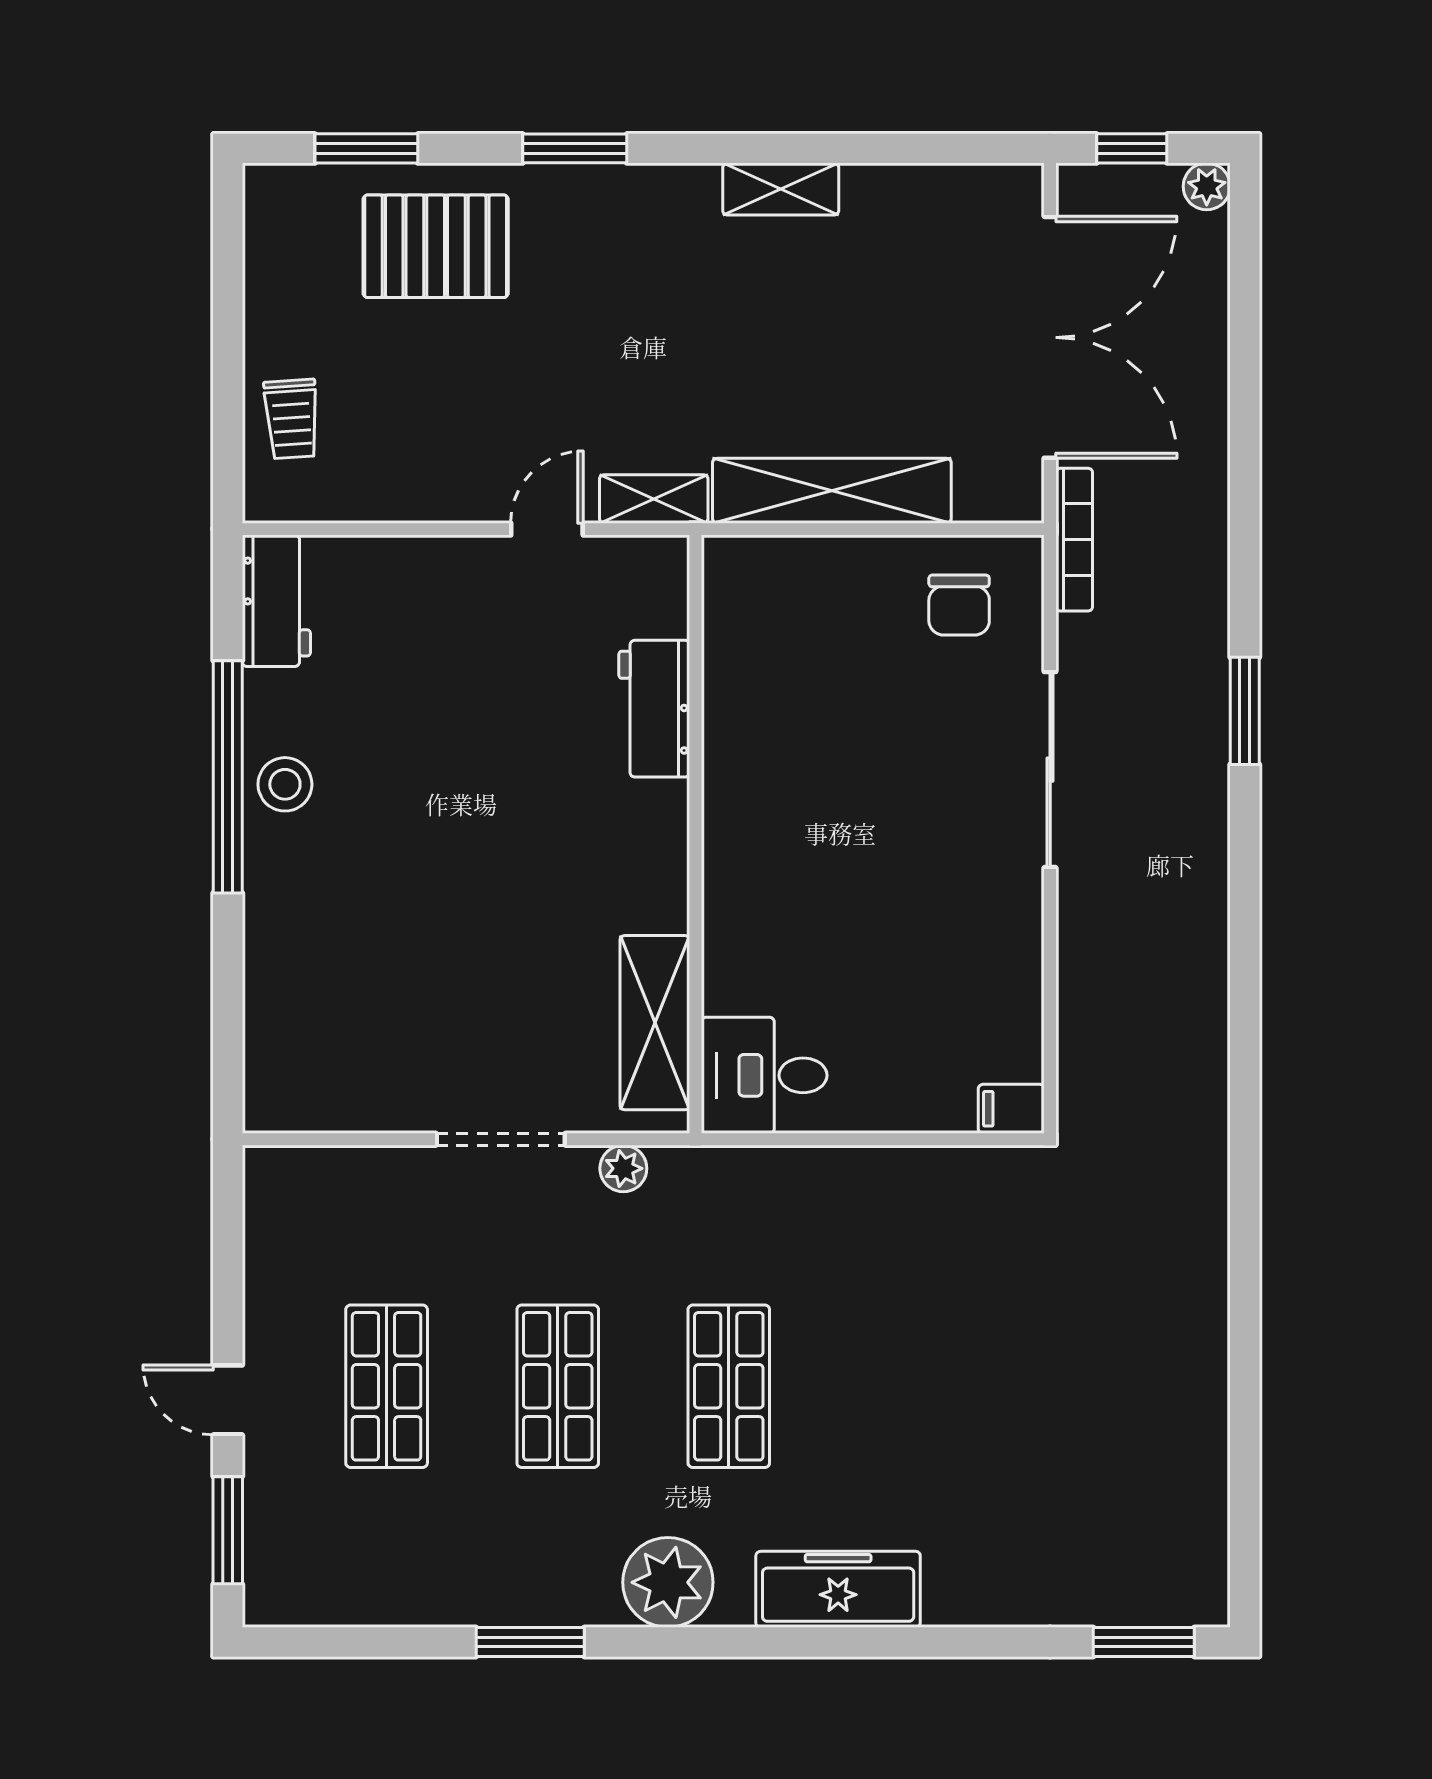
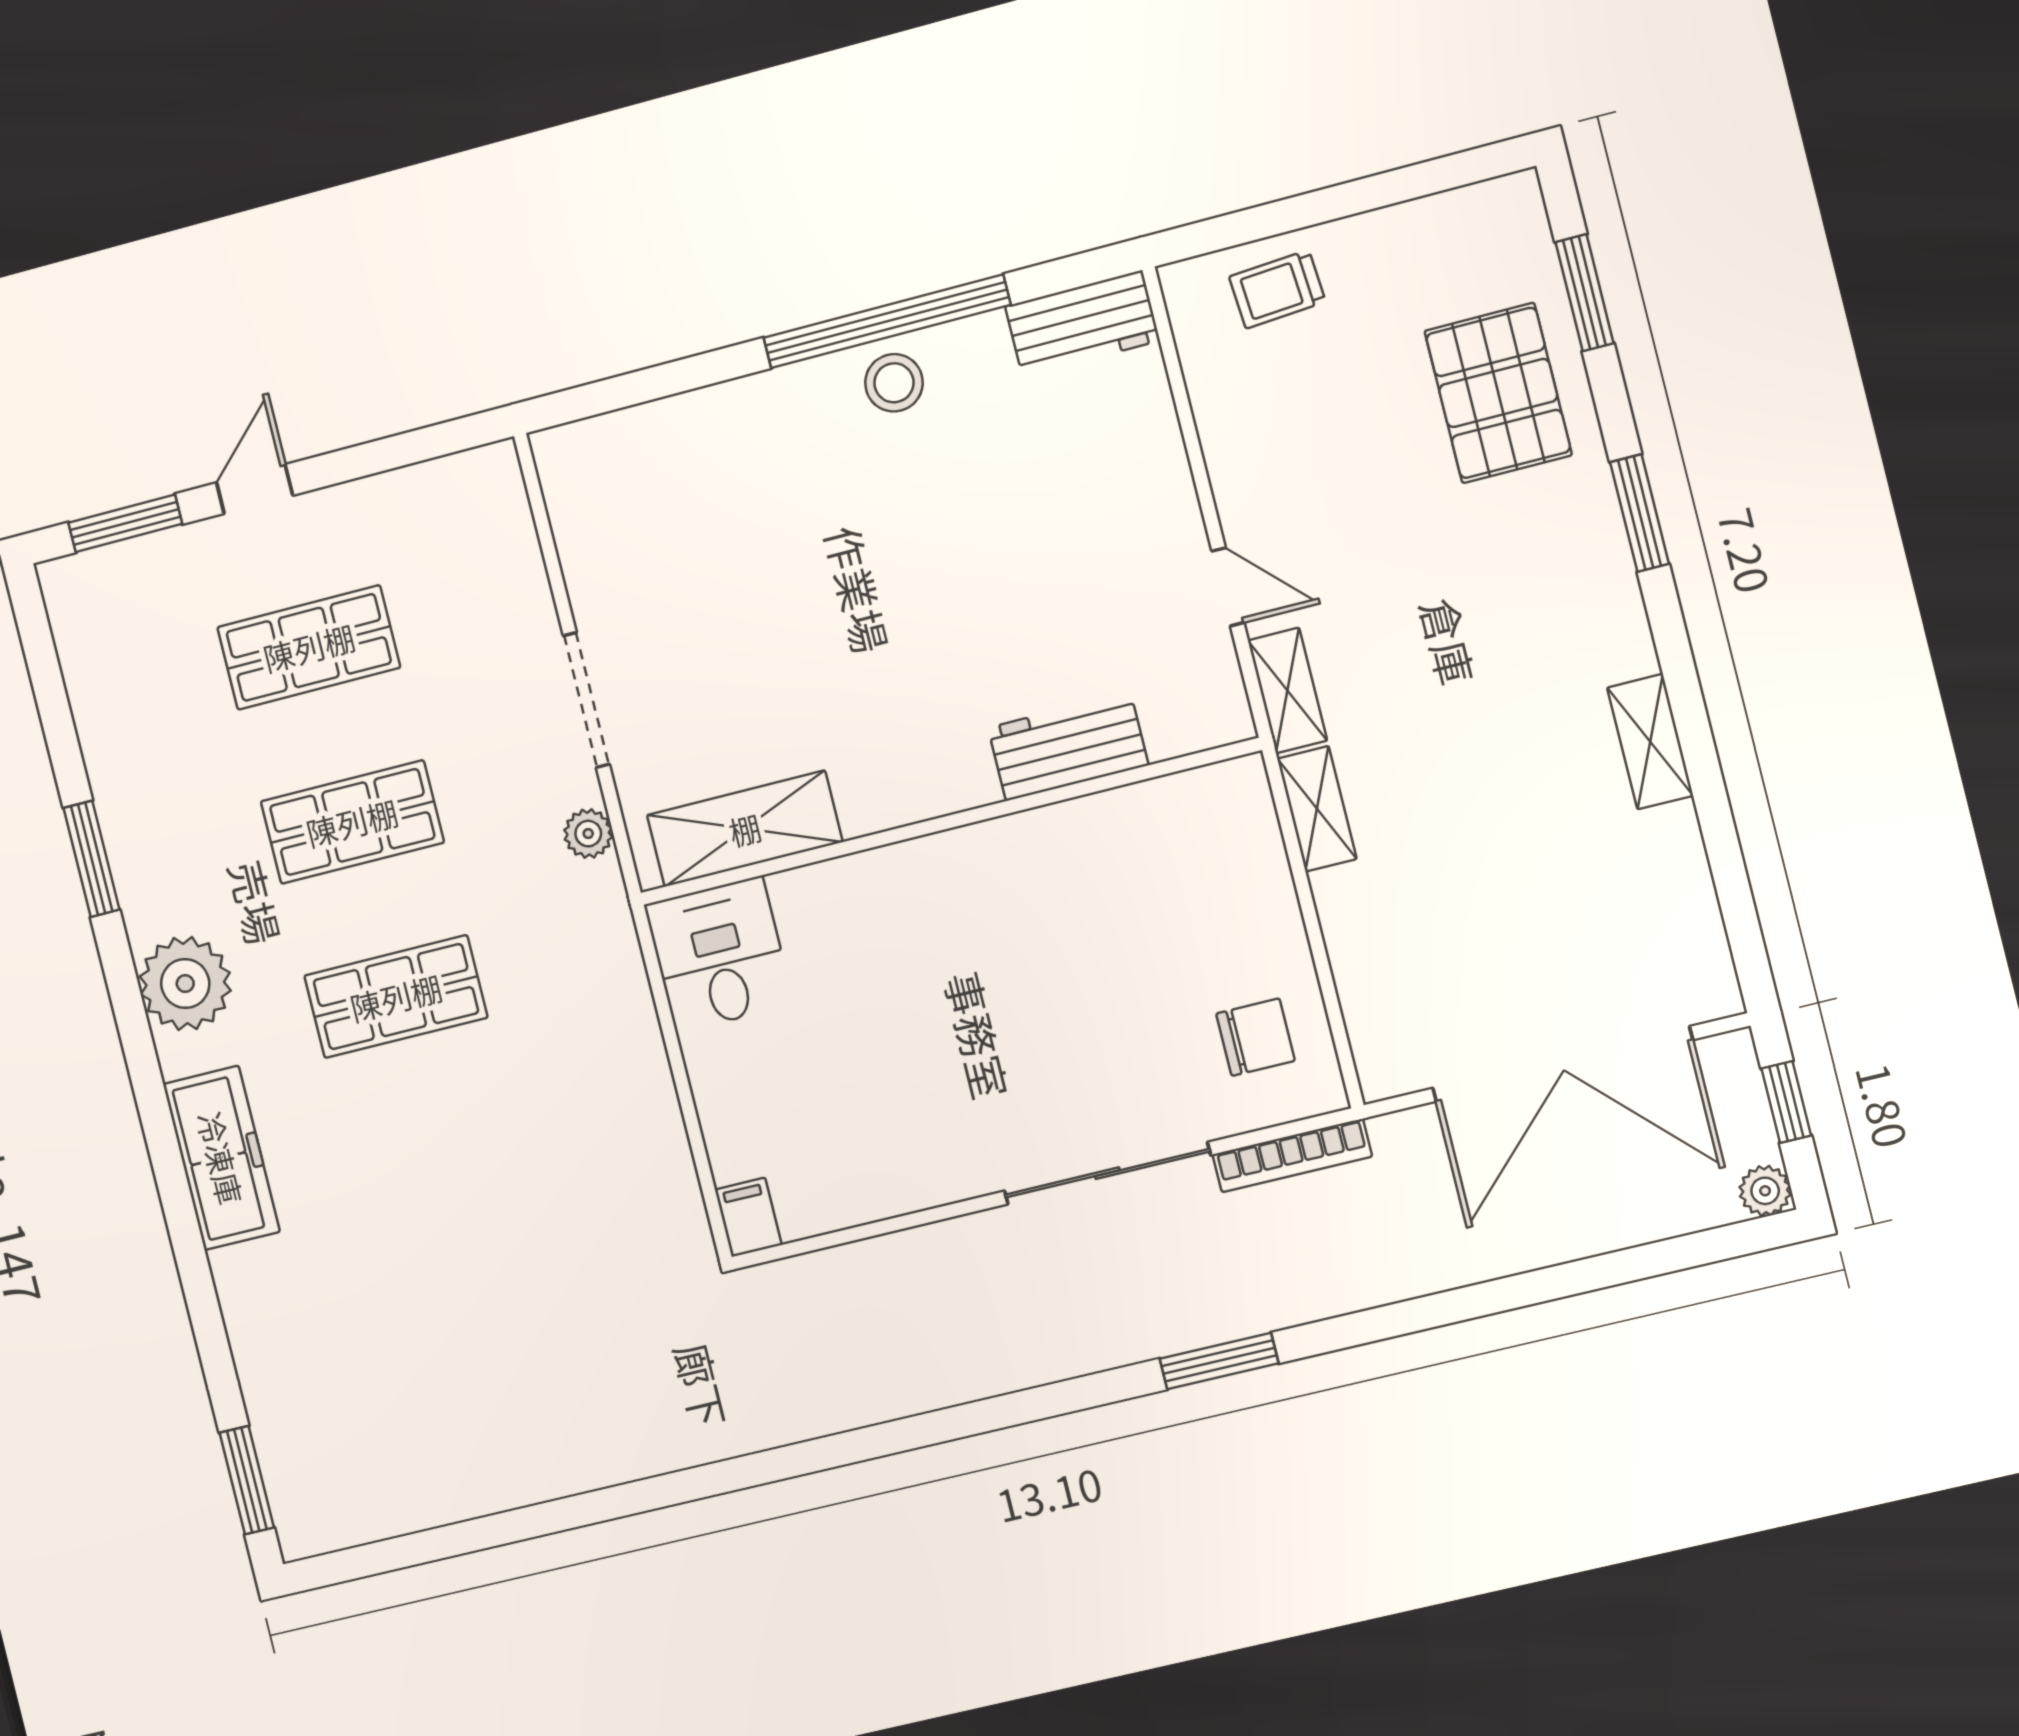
shelving: (832, 491) -> (1317, 809), width x0.45, depth x0.75
bookcase: (1074, 540) -> (1292, 1156), moved
chair: (959, 605) -> (1256, 1037), turned 180

